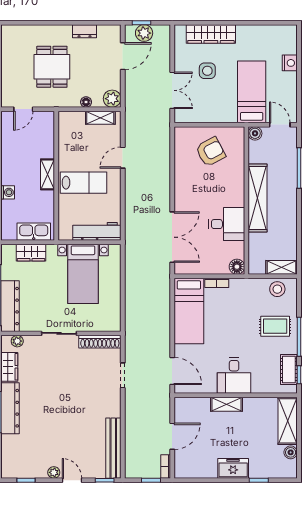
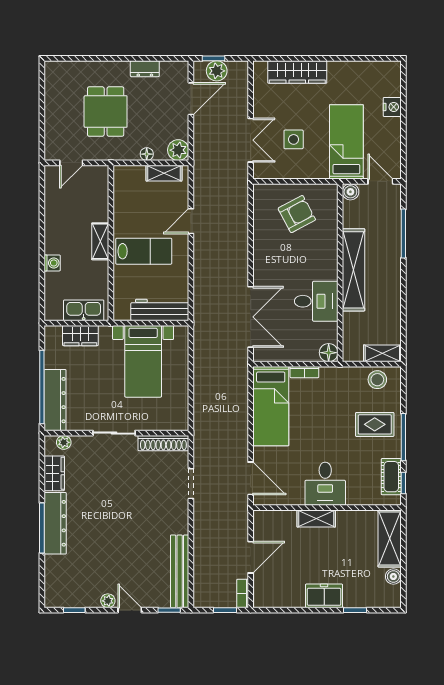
side table: (207, 71) -> (294, 139), moved

